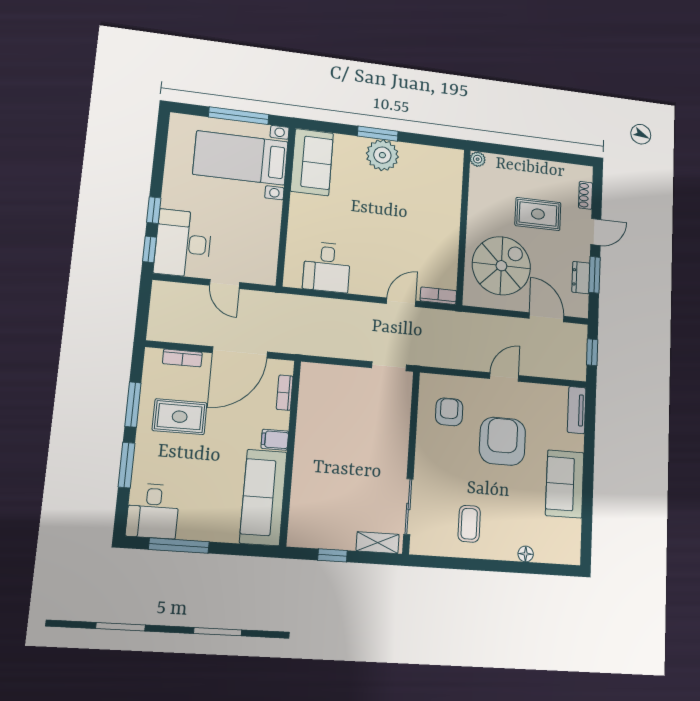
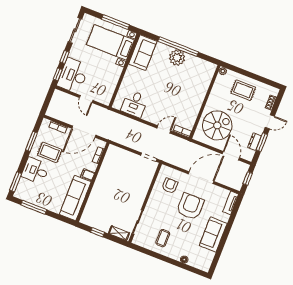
window: (378, 134) -> (178, 47), width x2.11
sliding door: (160, 151) -> (75, 30), added
rug: (538, 214) -> (243, 90), moved
door: (504, 377) -> (201, 178), width x1.88
window: (127, 465) -> (16, 182), moved
desk: (153, 511) -> (35, 171), moved, turned 90

